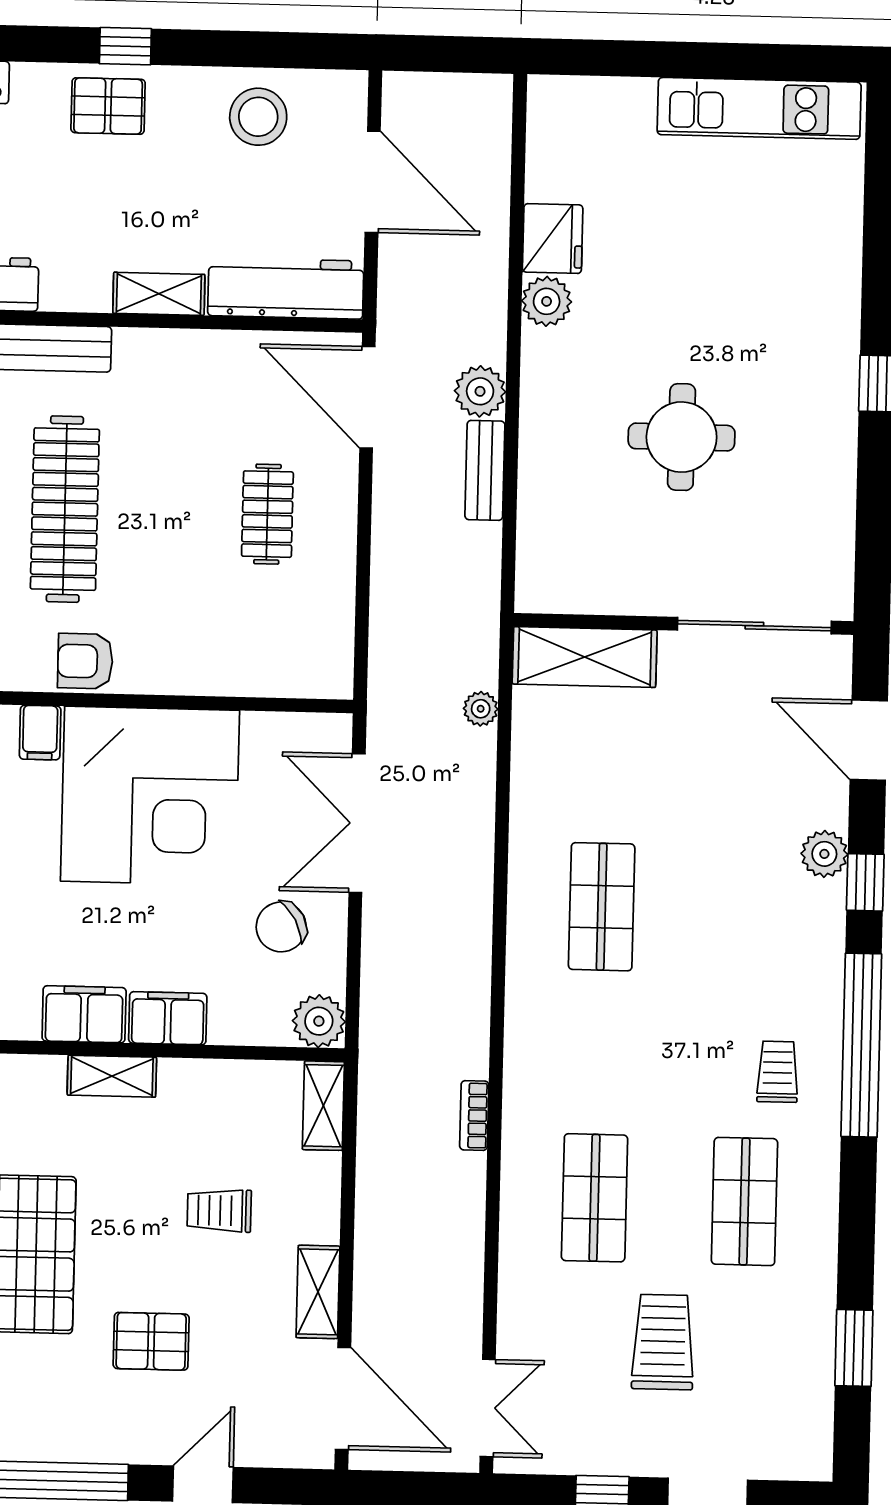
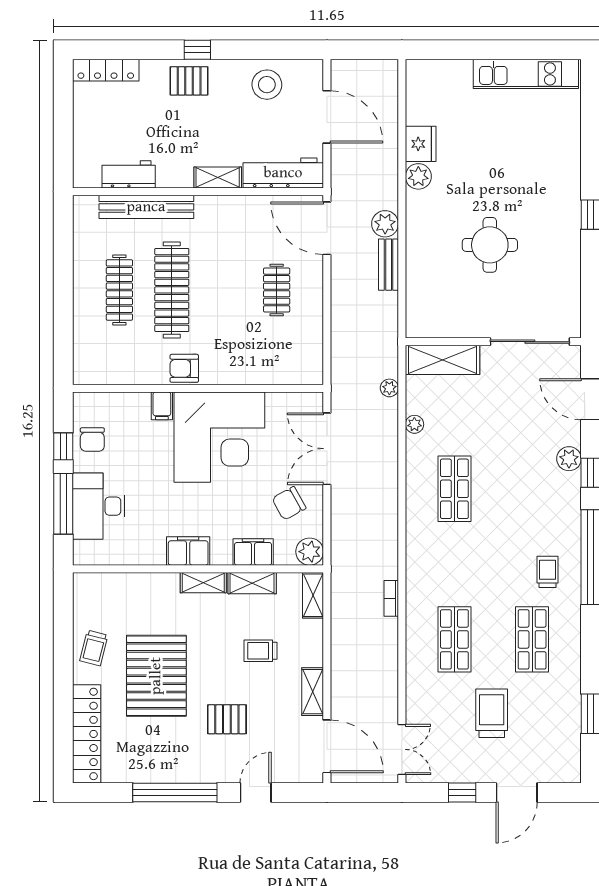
plant: (527, 780) -> (414, 424), added
filing cabinet: (168, 1018) -> (253, 552), moved
shelving: (206, 1079) -> (252, 583), added

